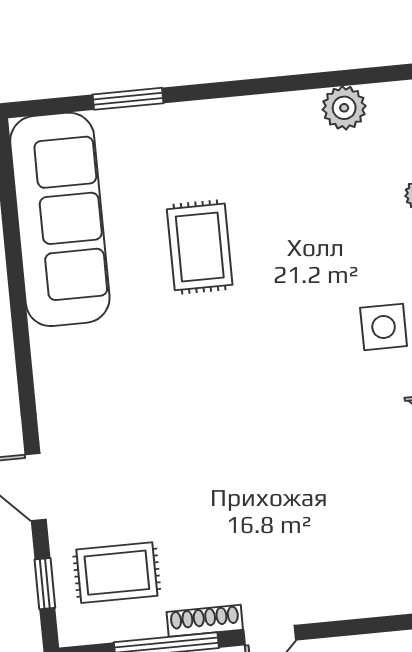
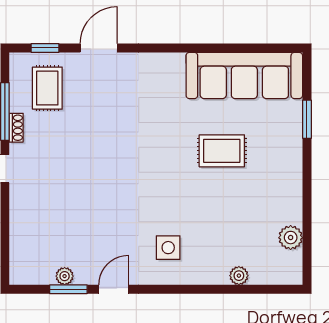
shoe rack: (205, 621) -> (16, 128), width x0.70

